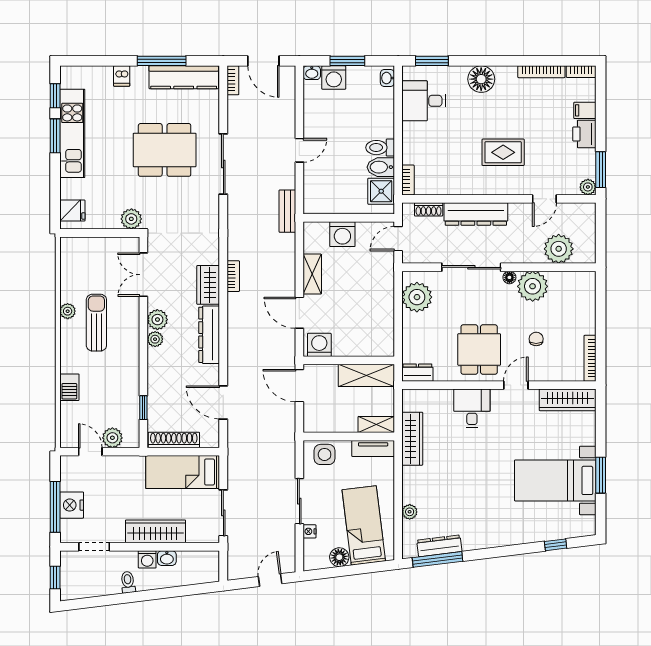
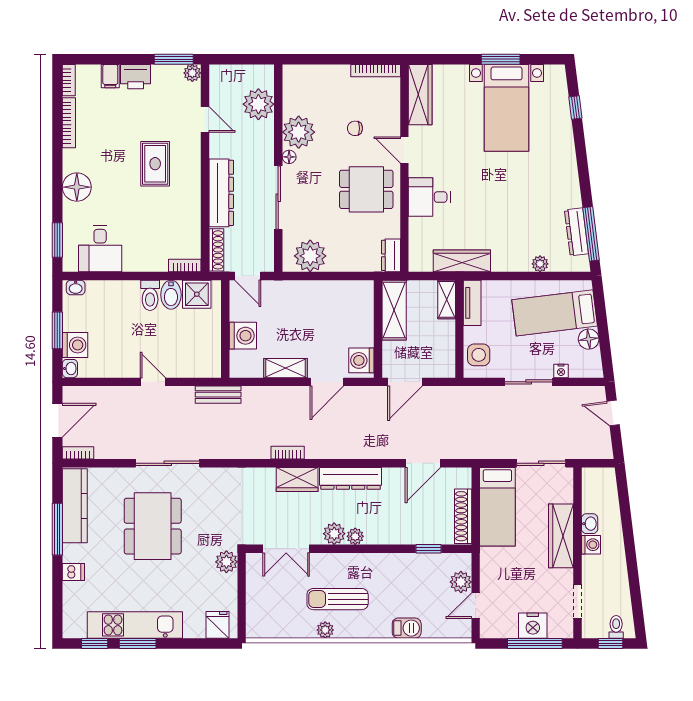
shoe rack: (429, 209) -> (216, 250), width x1.43
toilet: (128, 582) -> (616, 627), moved, turned 97

